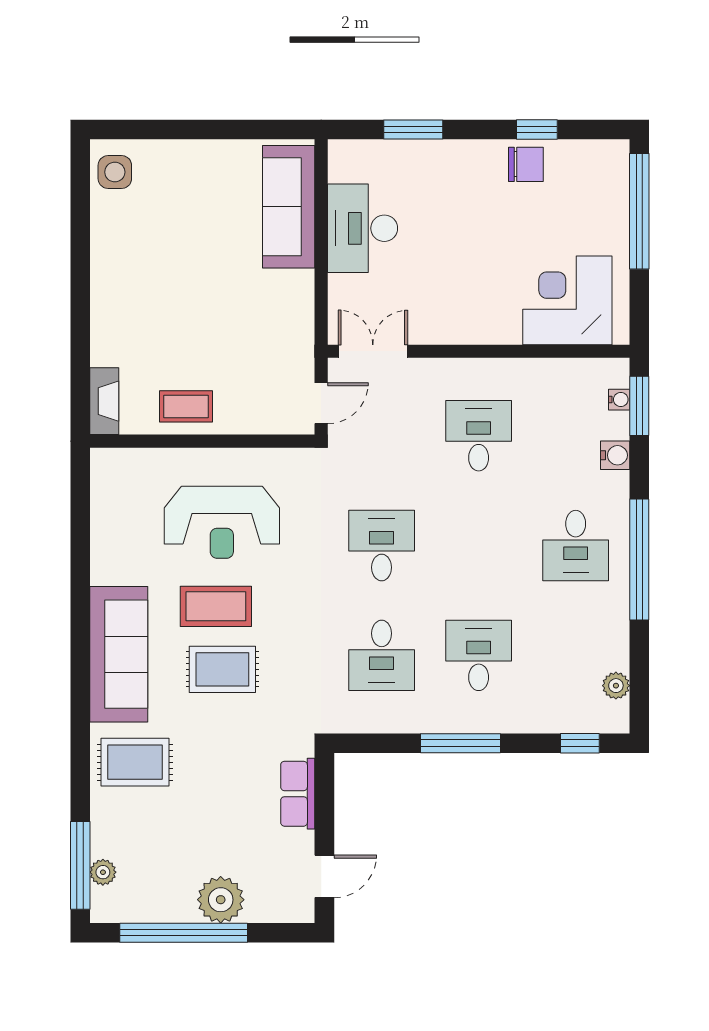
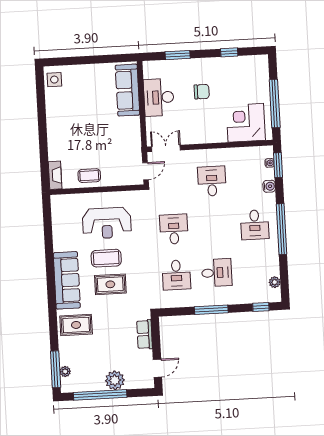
chair: (526, 164) -> (202, 92), moved
window: (639, 211) -> (275, 104), moved
desk: (479, 655) -> (217, 273), turned 90

